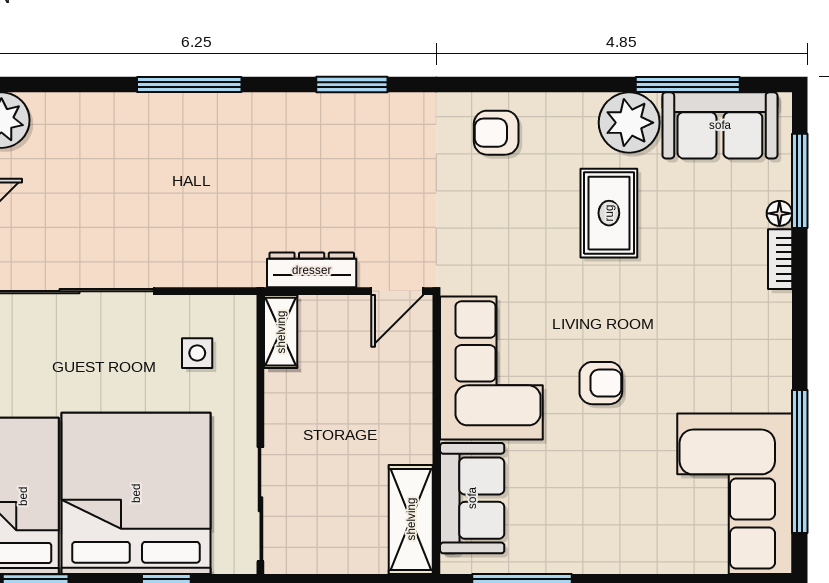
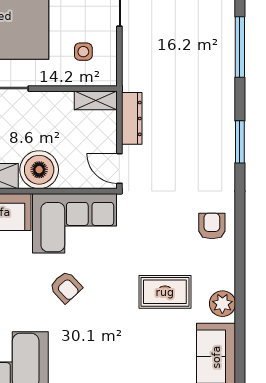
window: (688, 85) -> (240, 338), removed
plant: (629, 123) -> (222, 304), width x0.73, depth x0.73
armchair: (601, 383) -> (66, 287), turned -43
boiler: (400, 429) -> (39, 170), added

